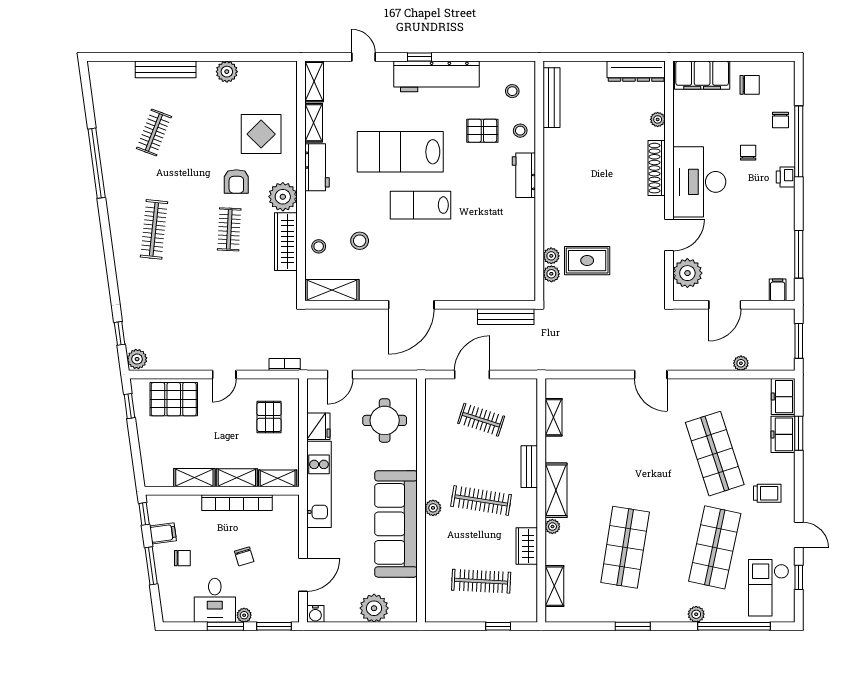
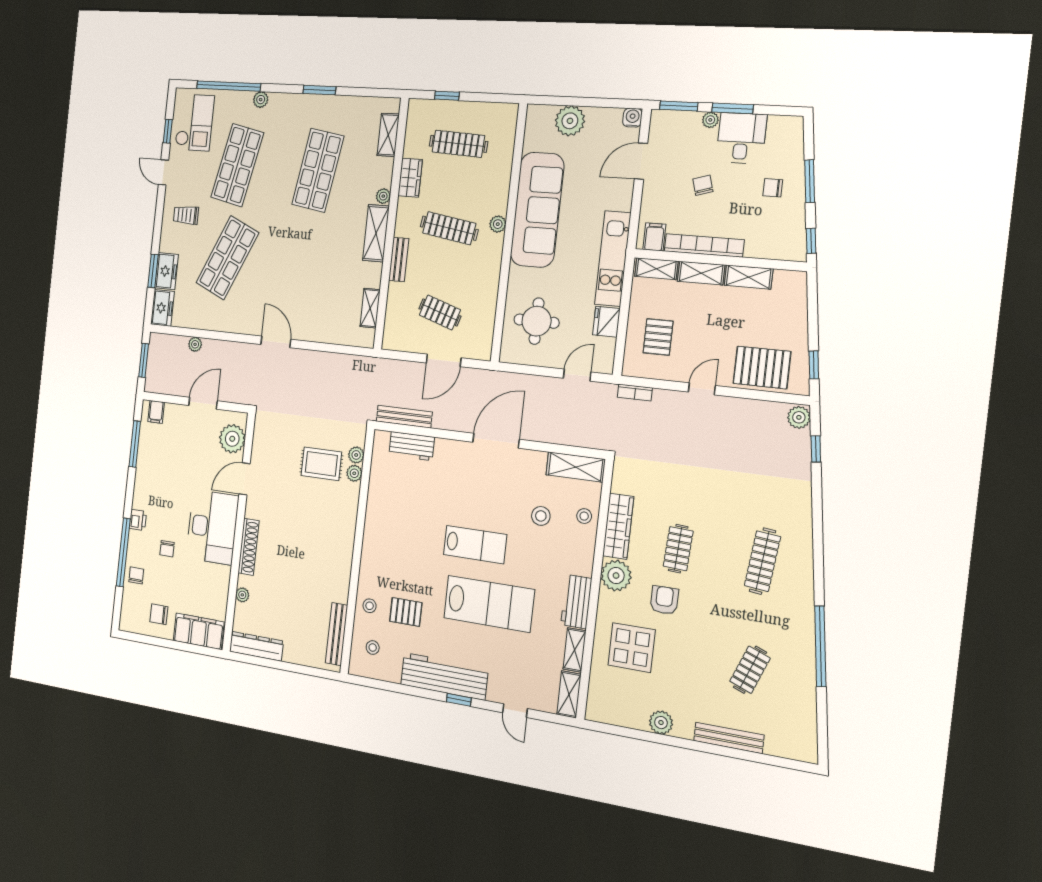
workbench: (524, 175) -> (412, 446), moved, turned 90
shop shelf: (715, 454) -> (227, 258), turned 42
filing cabinet: (163, 533) -> (654, 237), moved, turned 98

